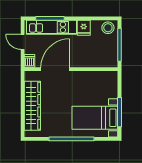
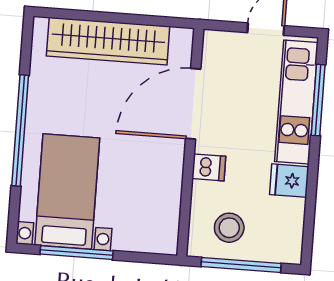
stool: (108, 28) -> (229, 228), moved
dishwasher: (30, 61) -> (209, 167), moved
door: (55, 69) -> (193, 104), swing flipped

